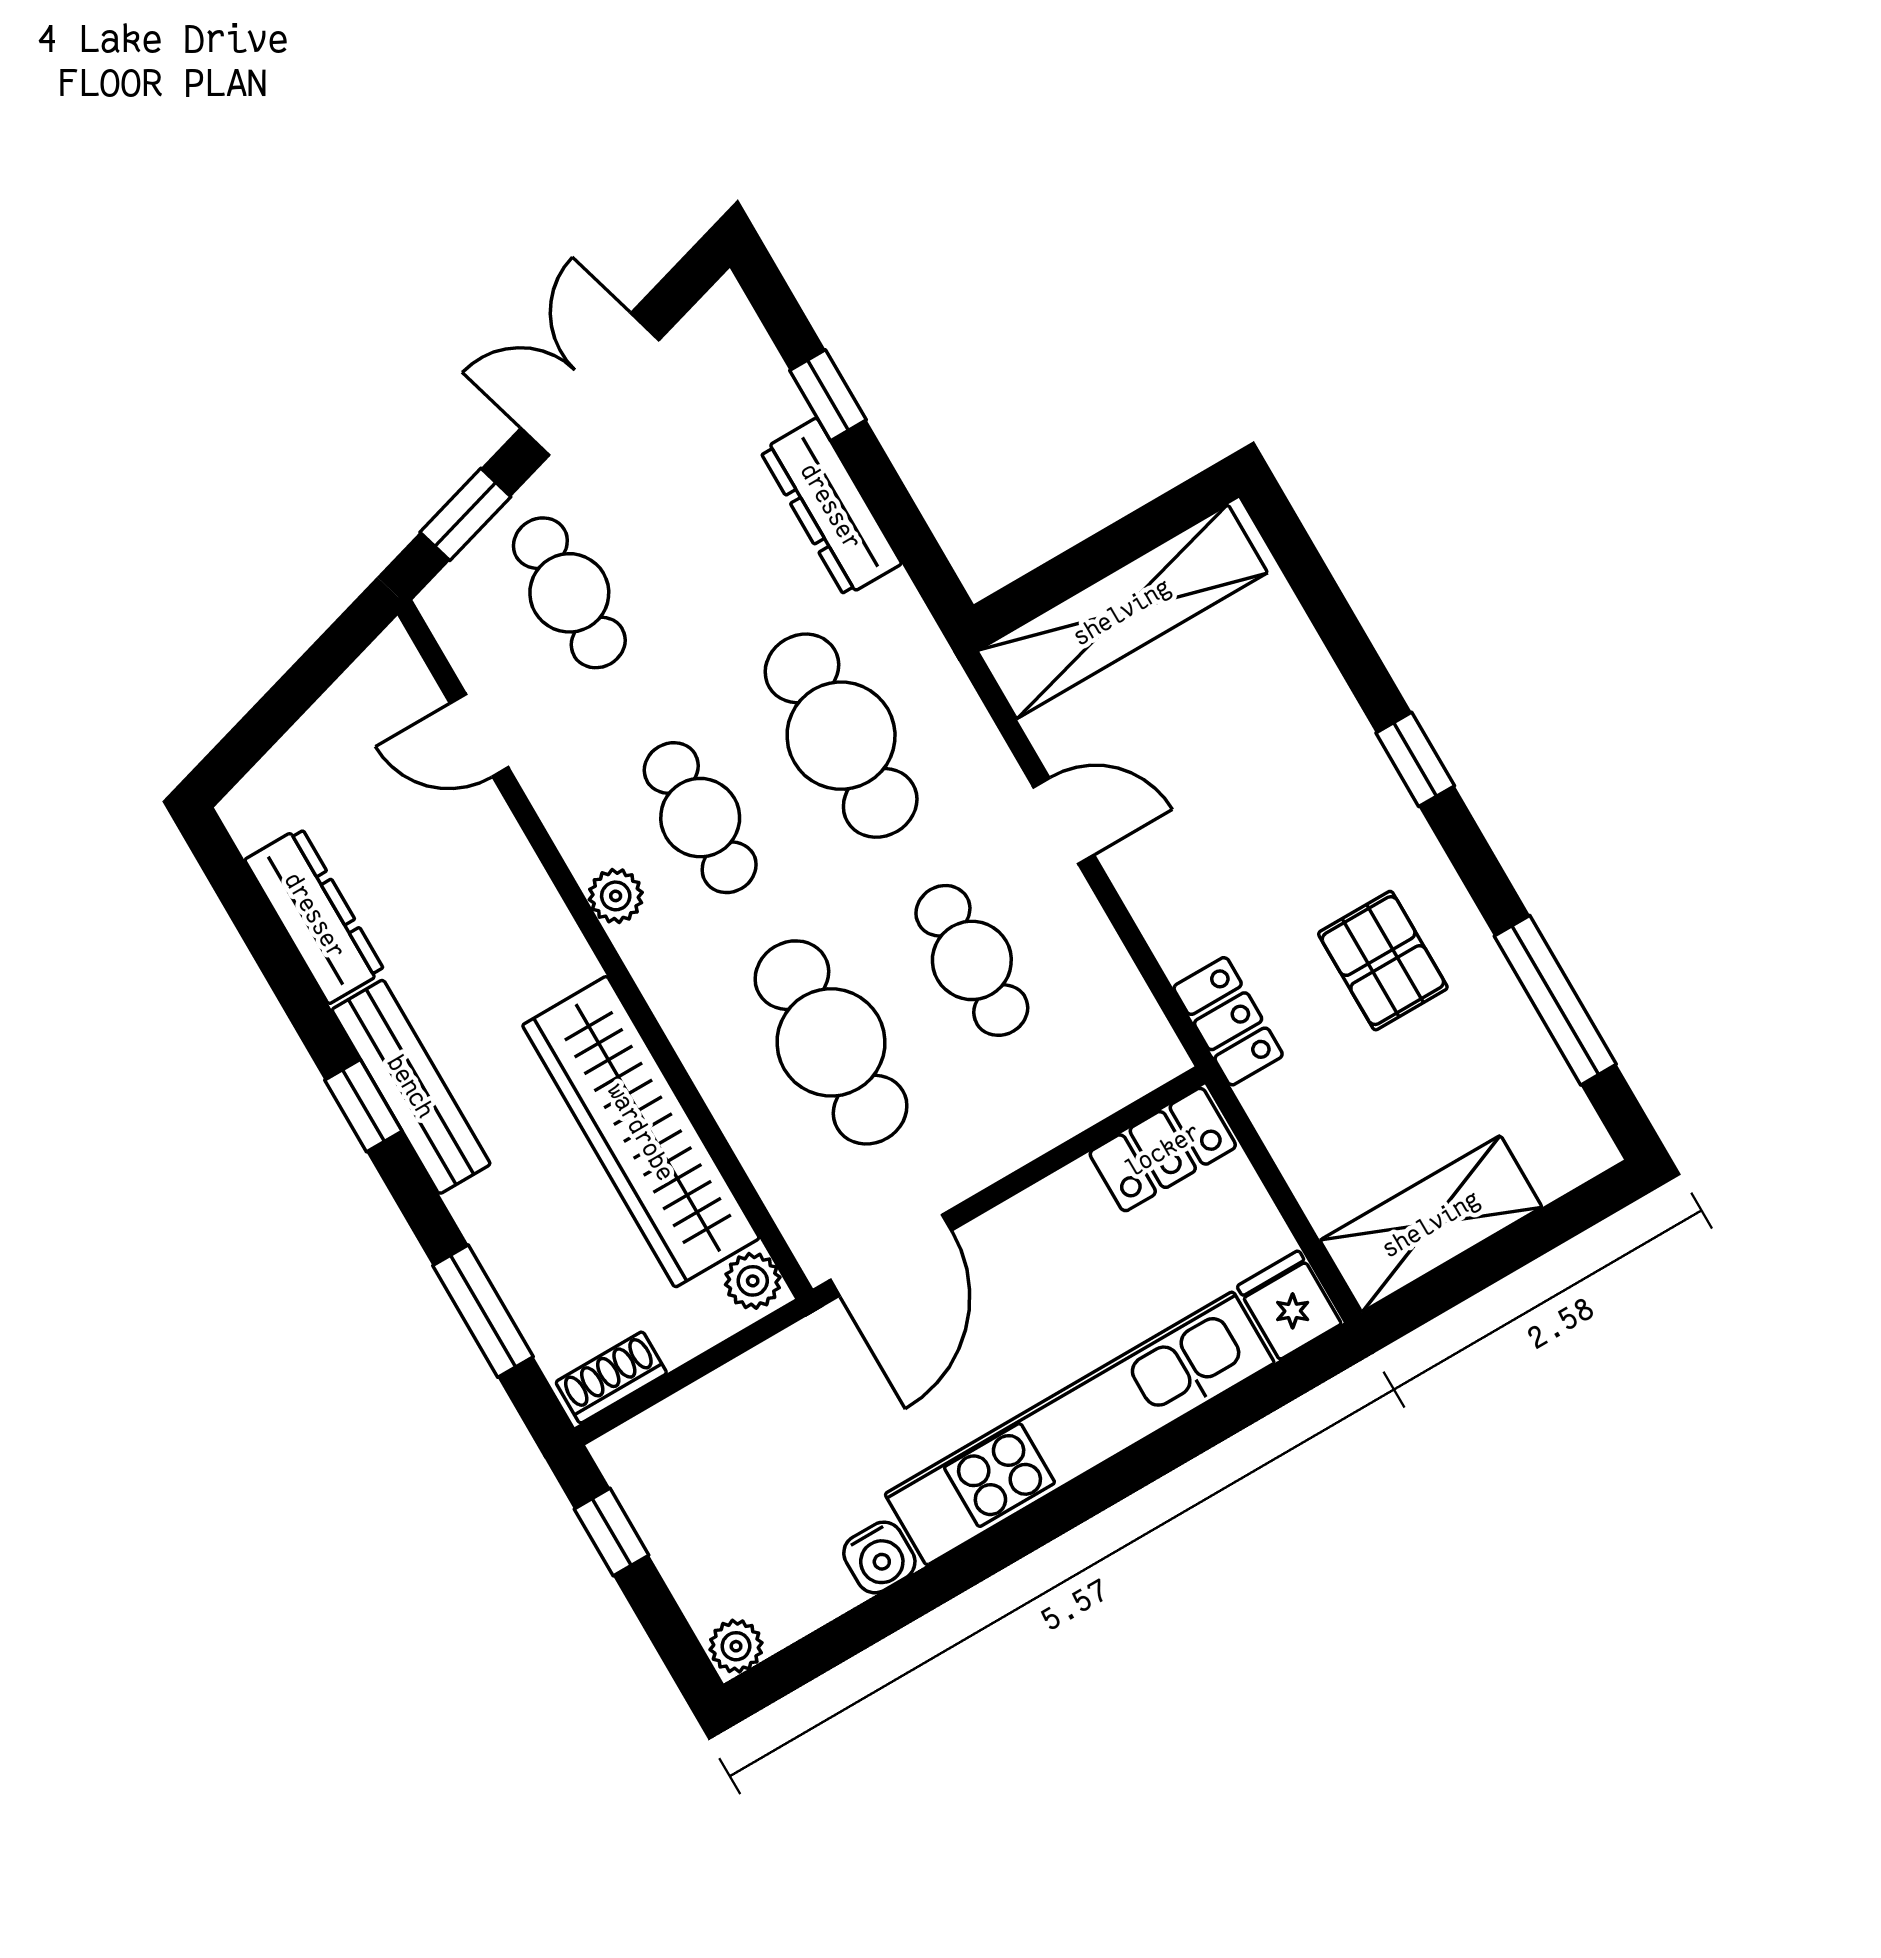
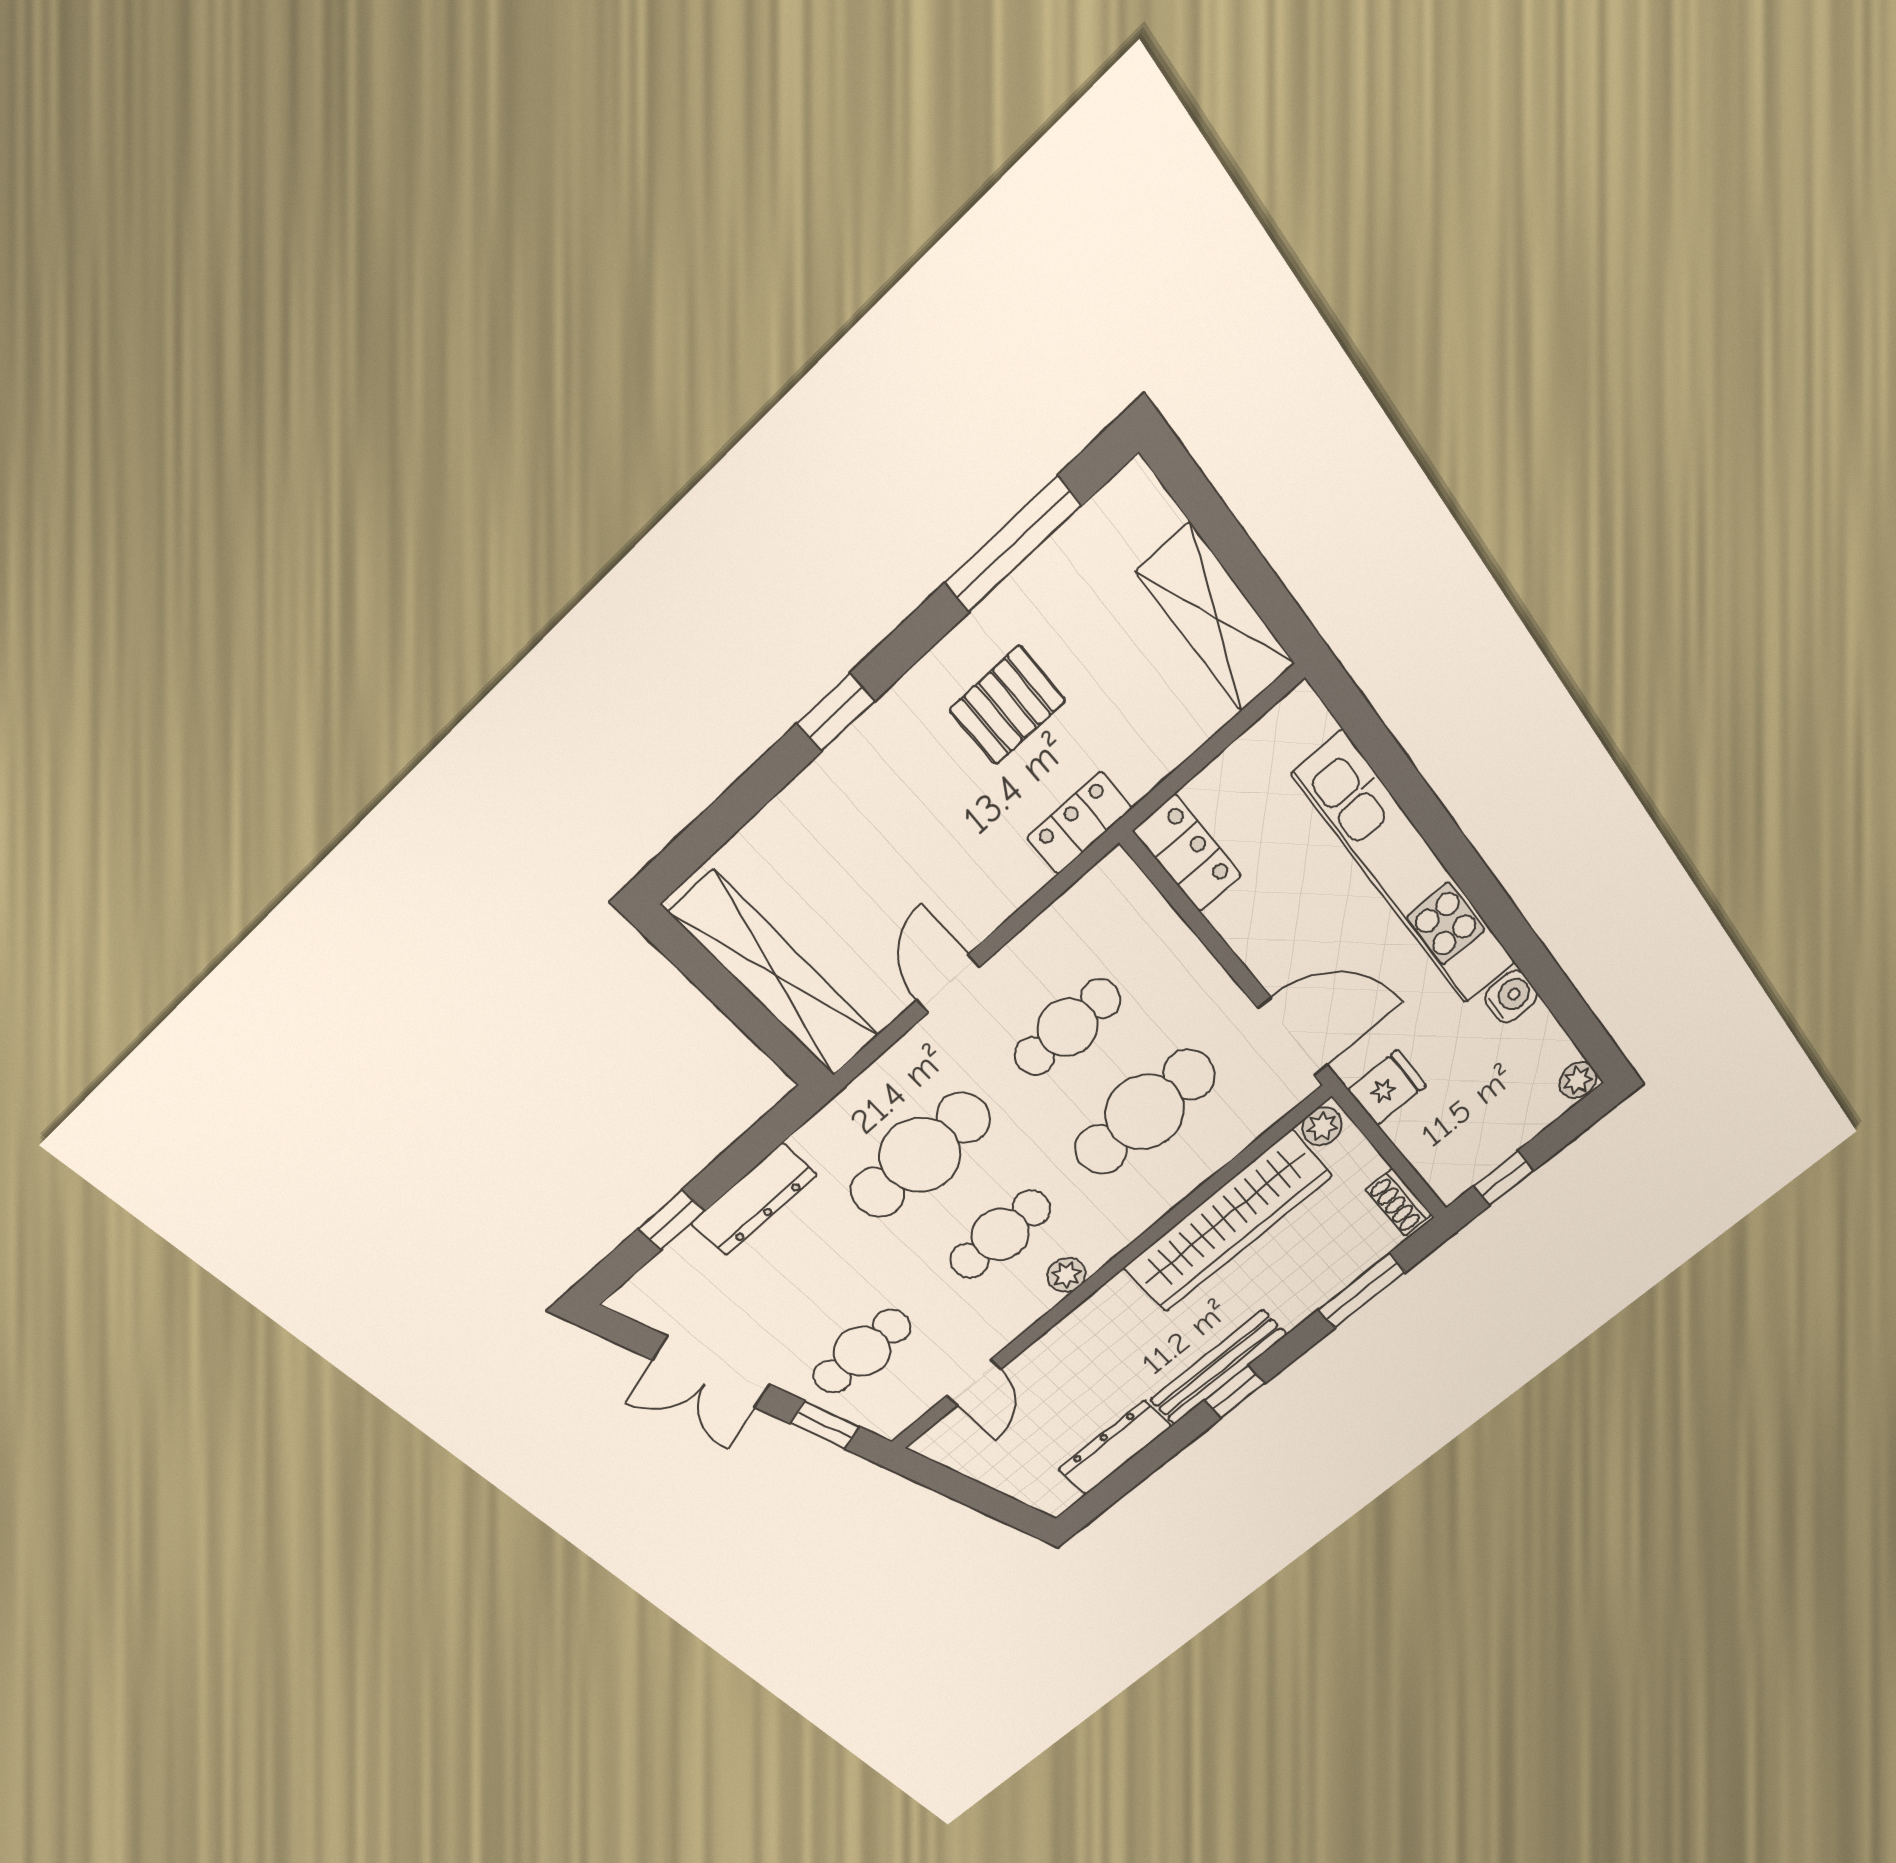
fridge: (1289, 1305) -> (1387, 1088), moved, turned 180

